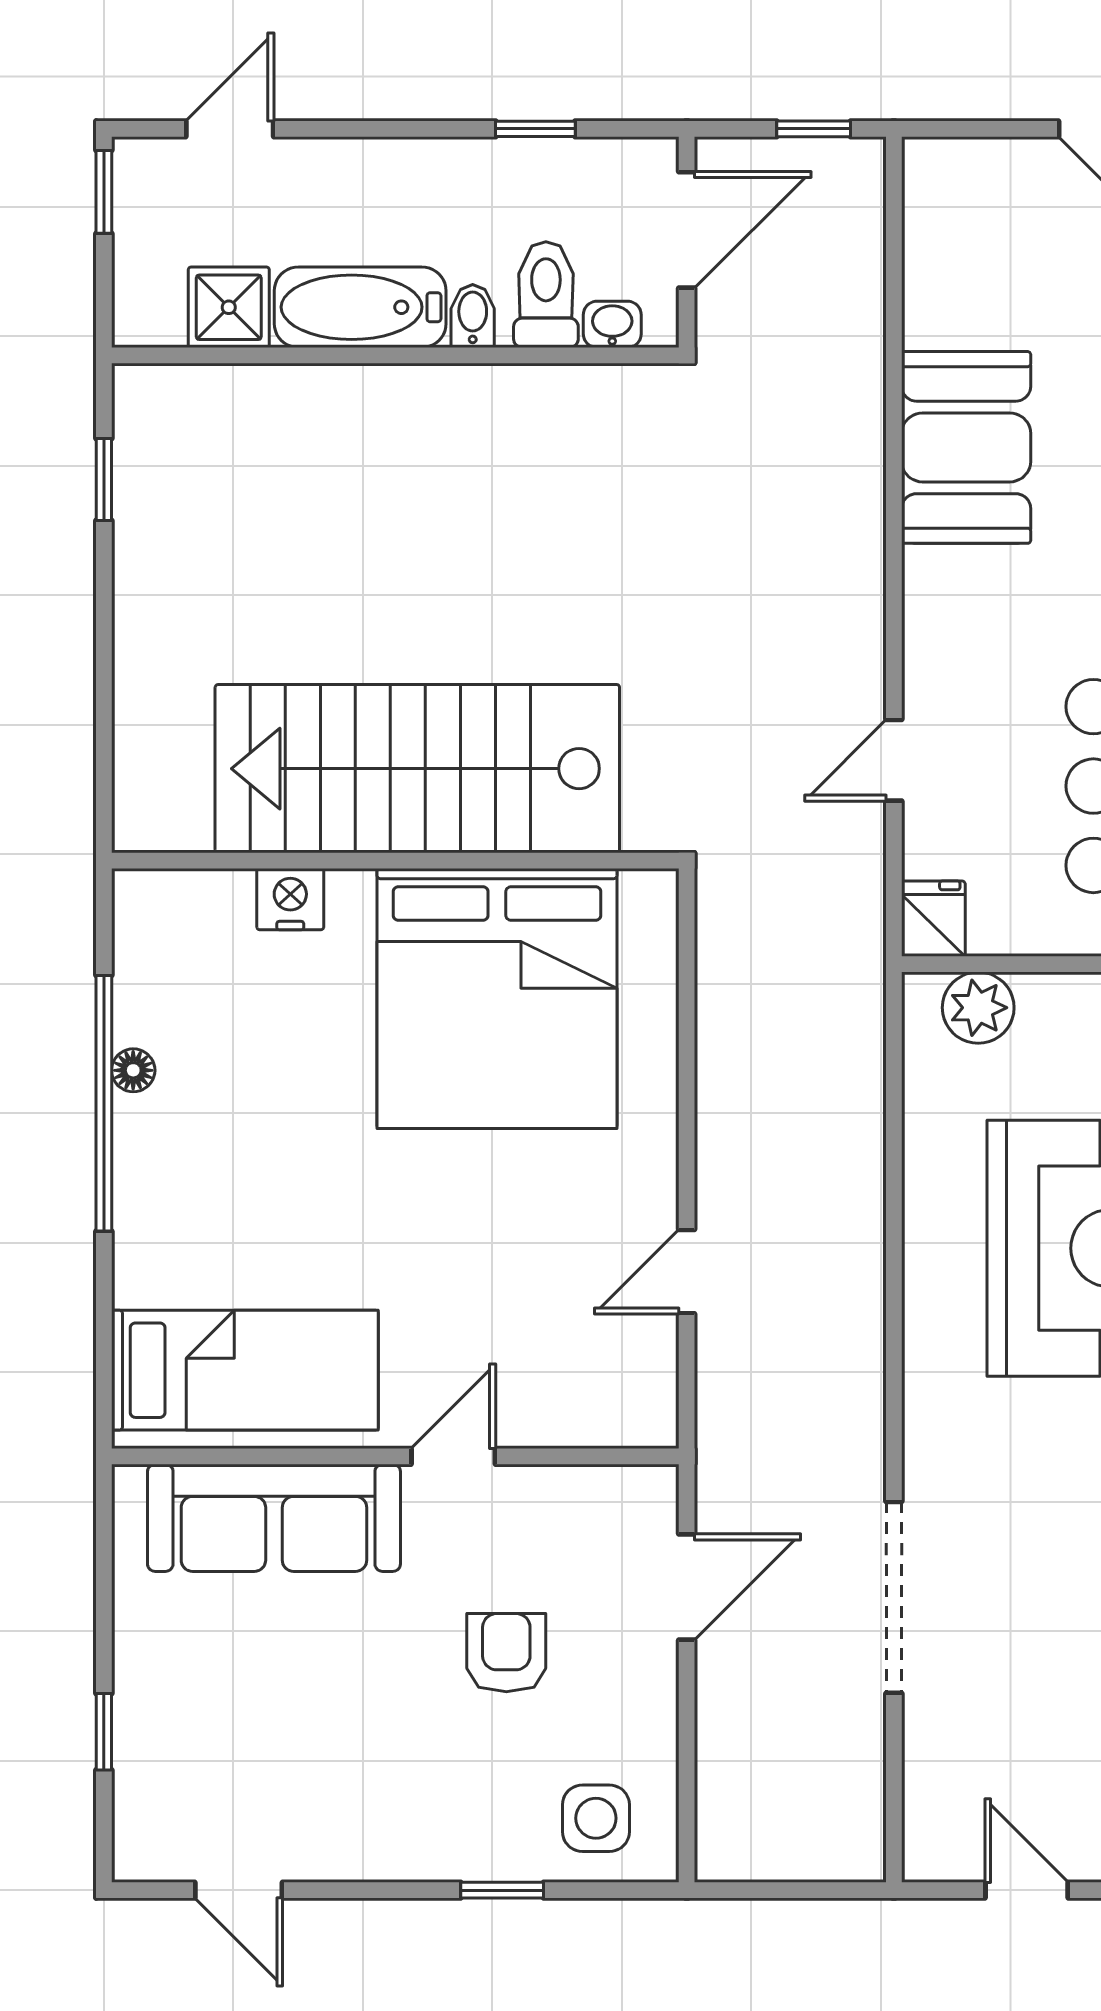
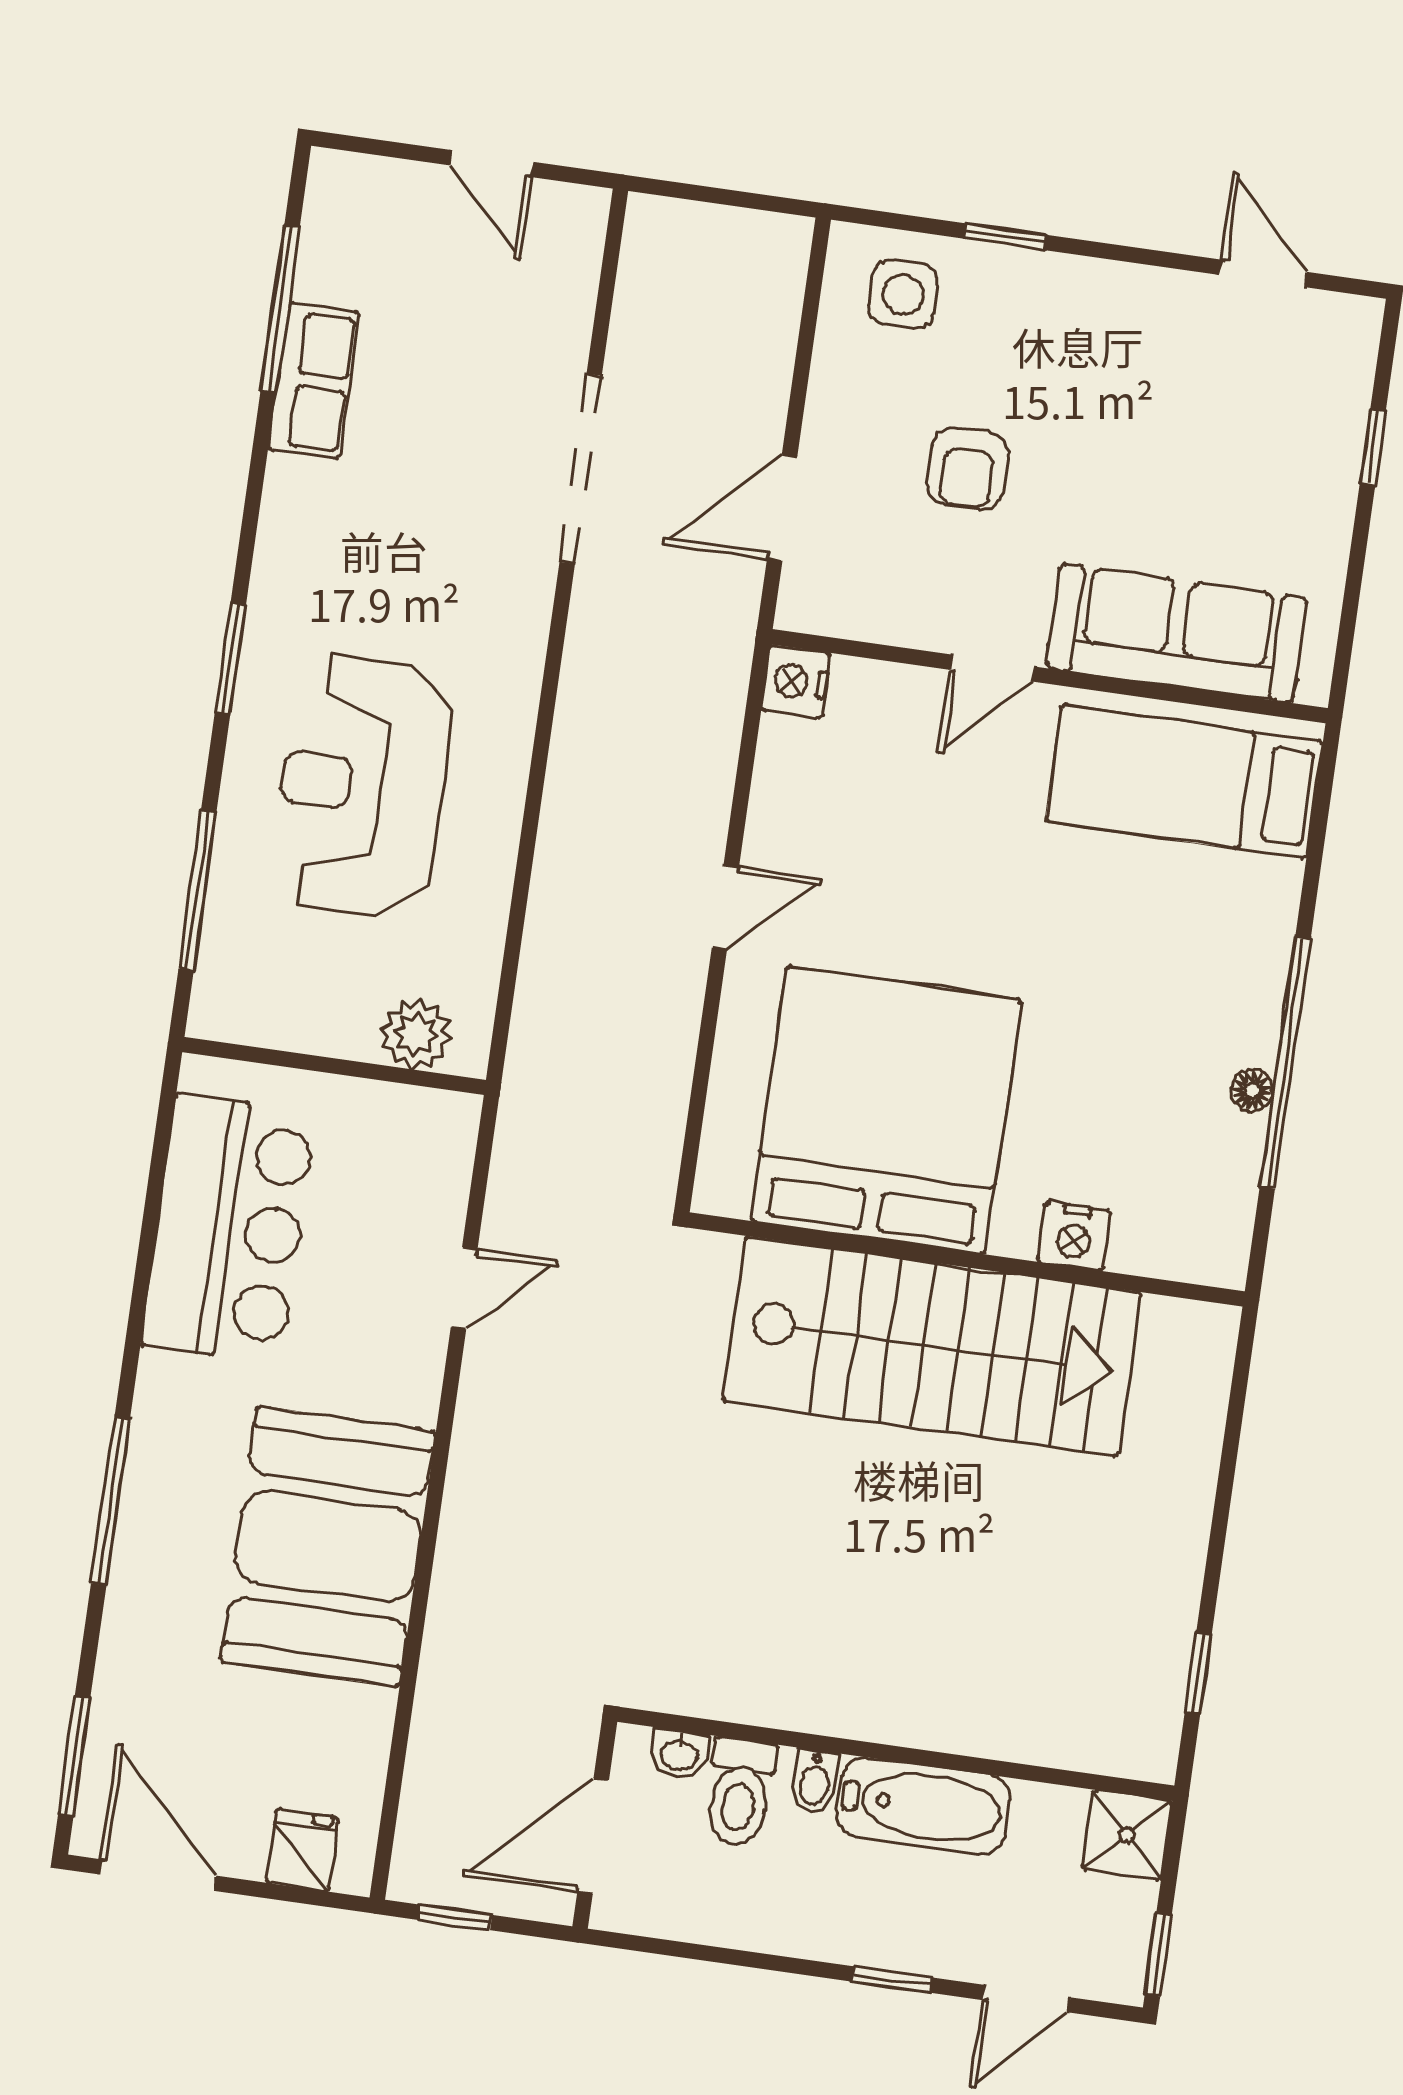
window: (535, 129) -> (892, 1980), moved
shower: (229, 307) -> (1127, 1835), moved
booth: (966, 447) -> (328, 1547), width x1.36, depth x1.42
fridge: (933, 919) -> (302, 1850), moved, turned 180
door: (687, 1272) -> (725, 907), moved
nightstand: (648, 1415) -> (796, 681), added

